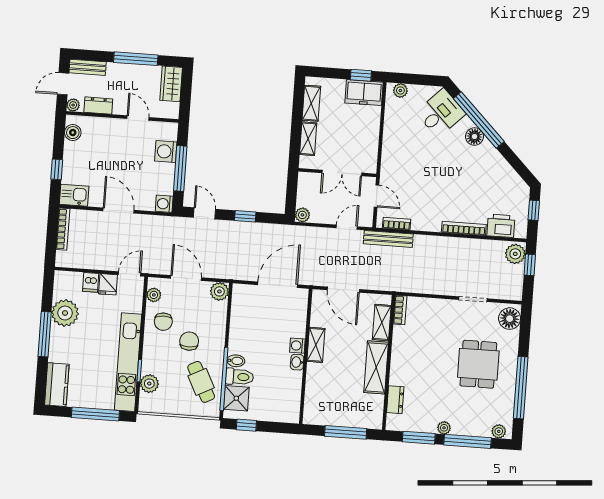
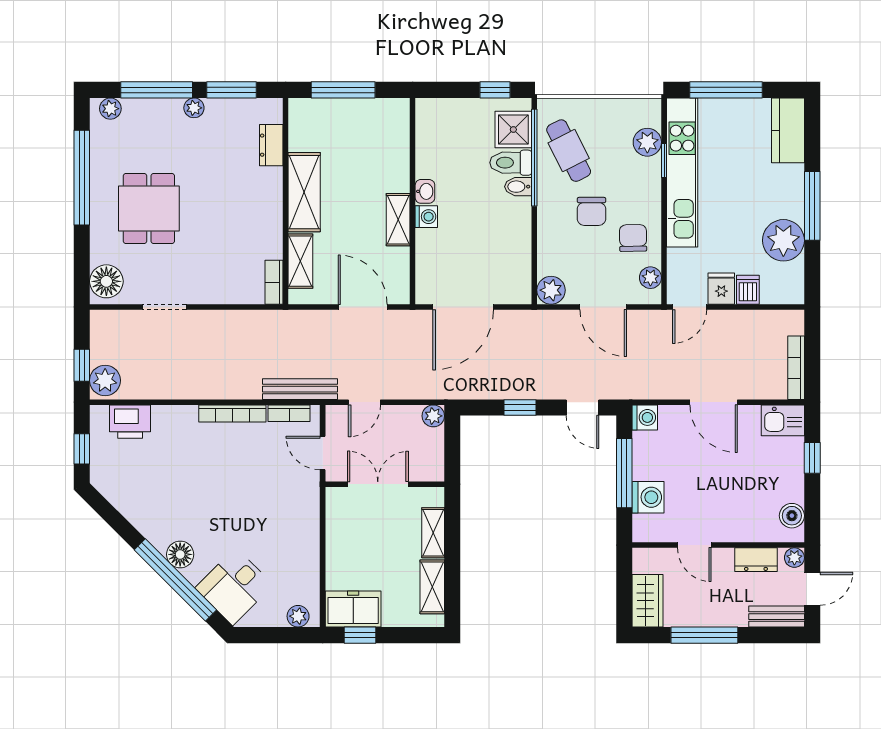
bookcase: (464, 228) -> (232, 413), moved

